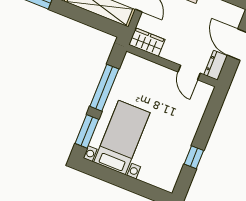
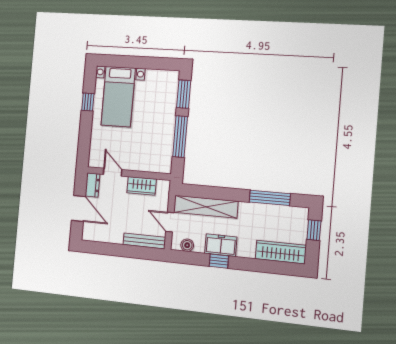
wardrobe: (147, 42) -> (142, 186), moved
bed with nightstands: (122, 137) -> (118, 97), moved

